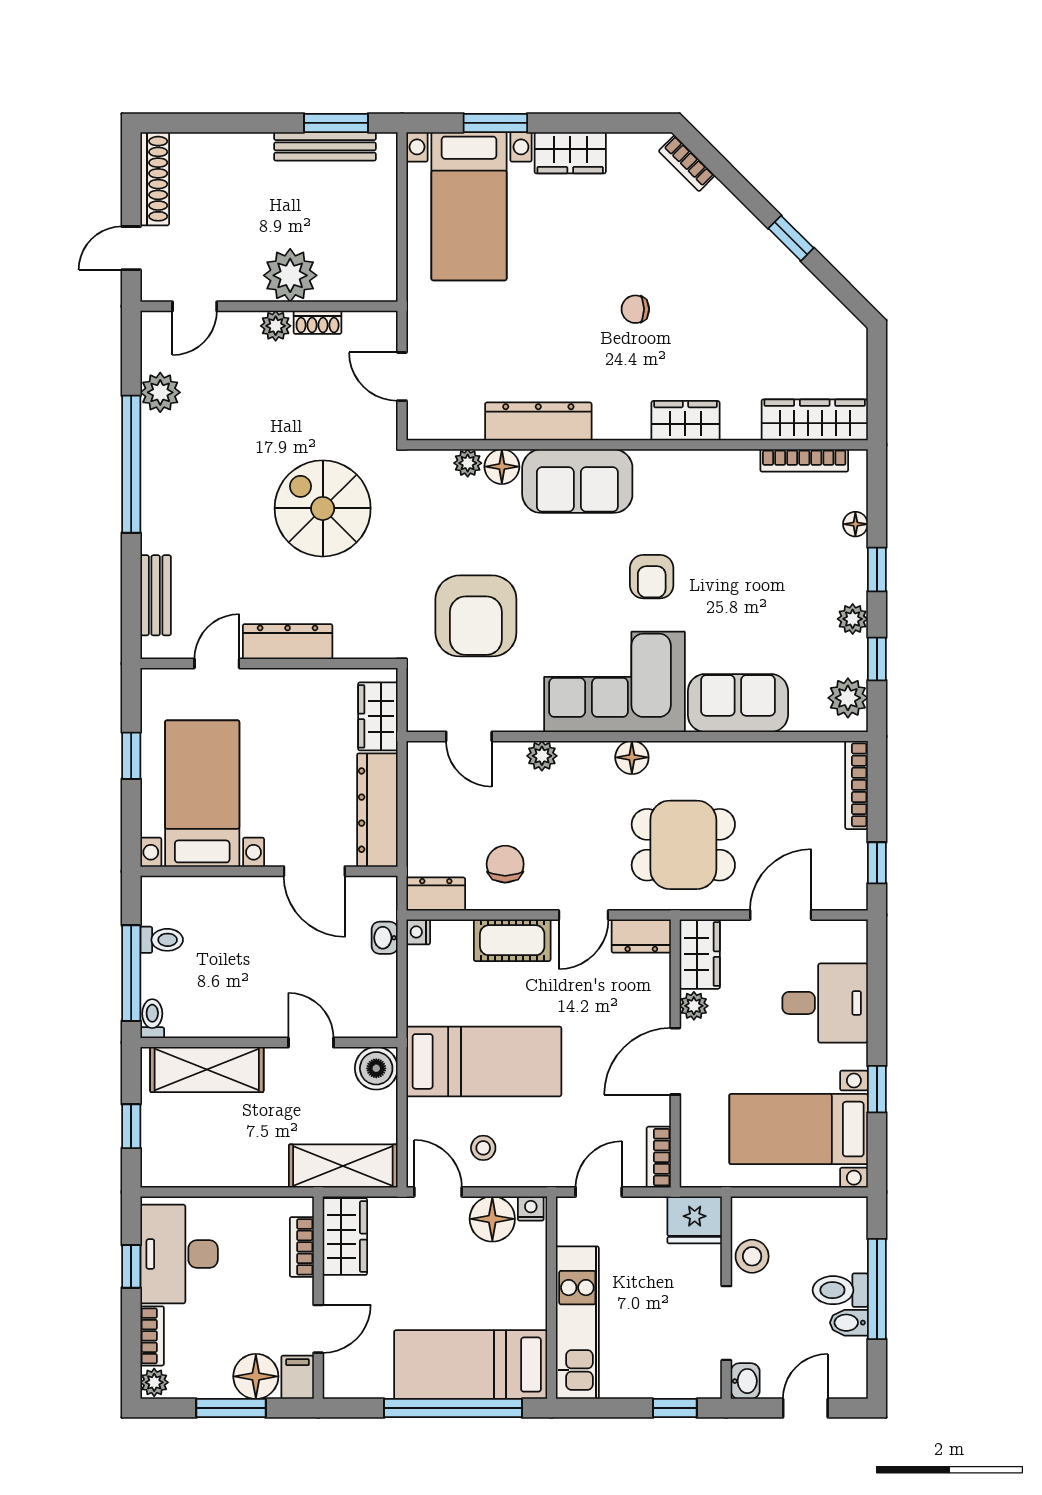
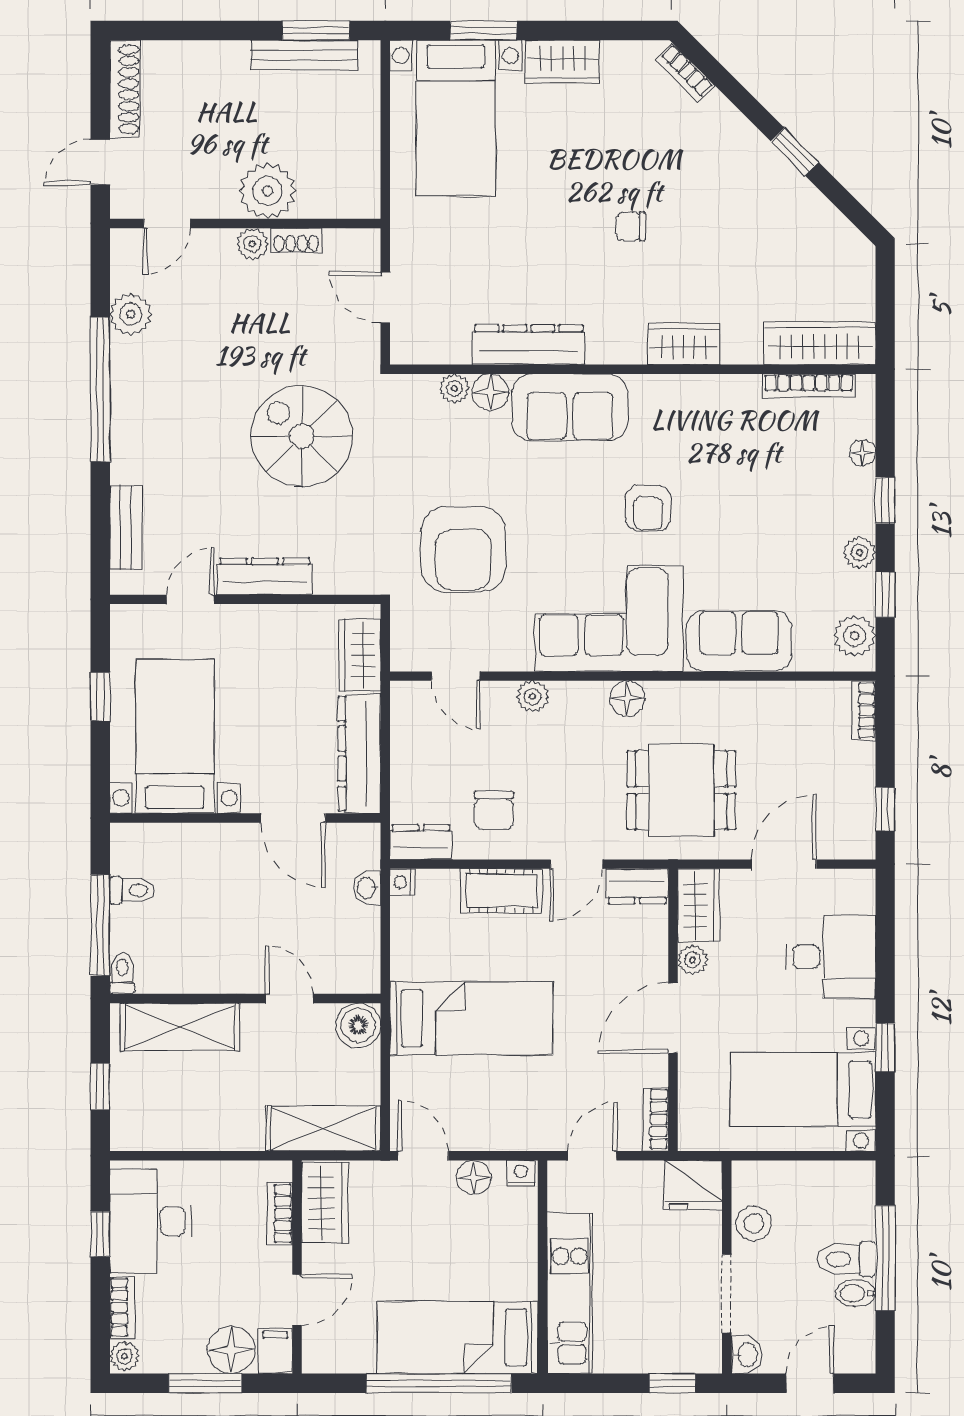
bookcase: (856, 785) -> (864, 710), width x0.64
chair: (505, 864) -> (494, 811), turned 180
stool: (483, 1148) -> (471, 1109), removed
floor lamp: (492, 1219) -> (474, 1178), width x0.73, depth x0.73

